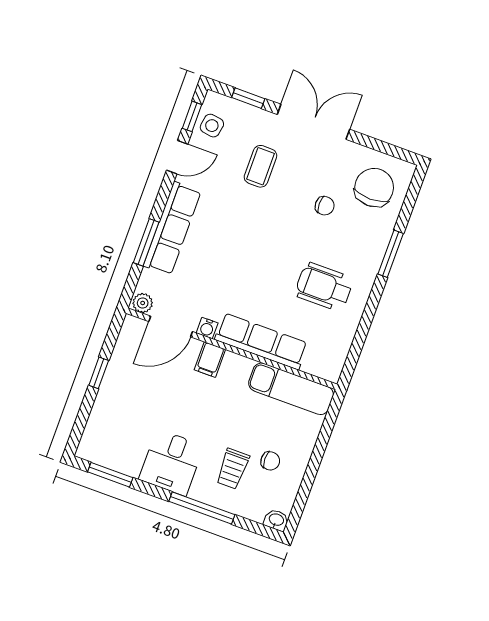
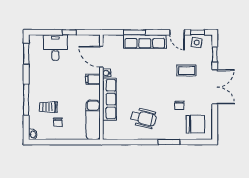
wheelchair: (324, 287) -> (144, 118), turned 104
plant: (143, 303) -> (107, 41), removed
desk: (171, 462) -> (55, 48), moved, turned 90

